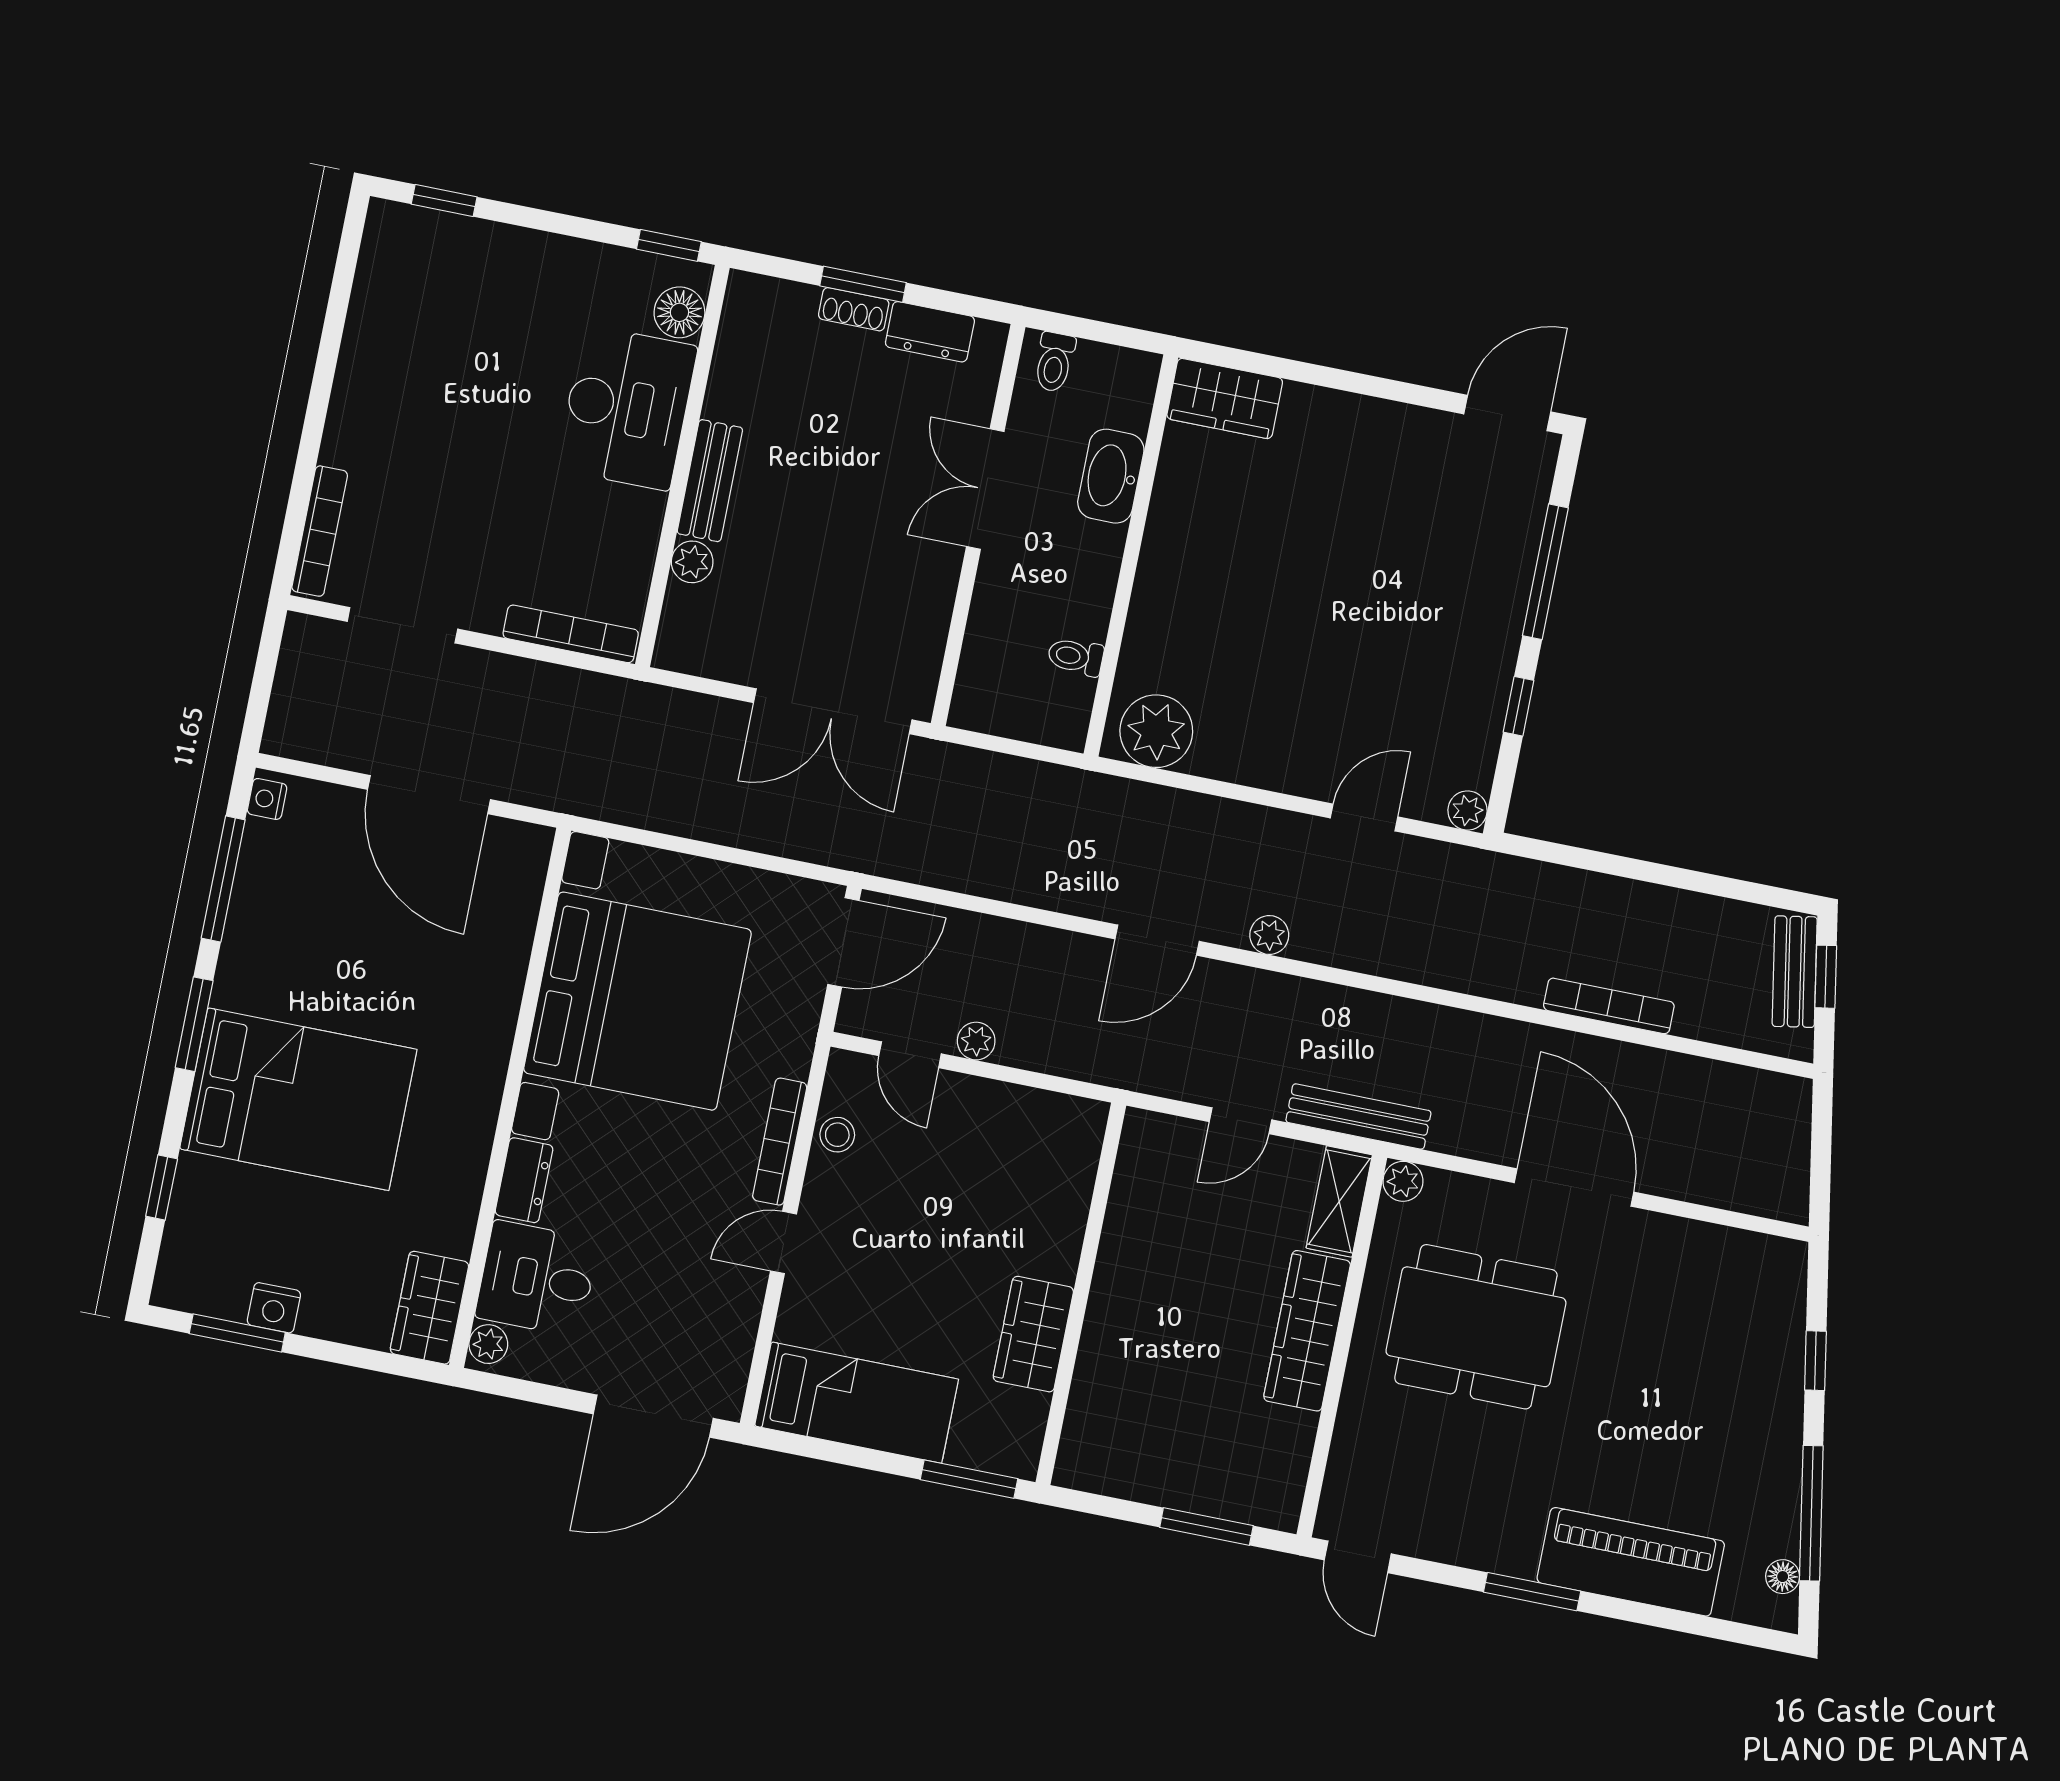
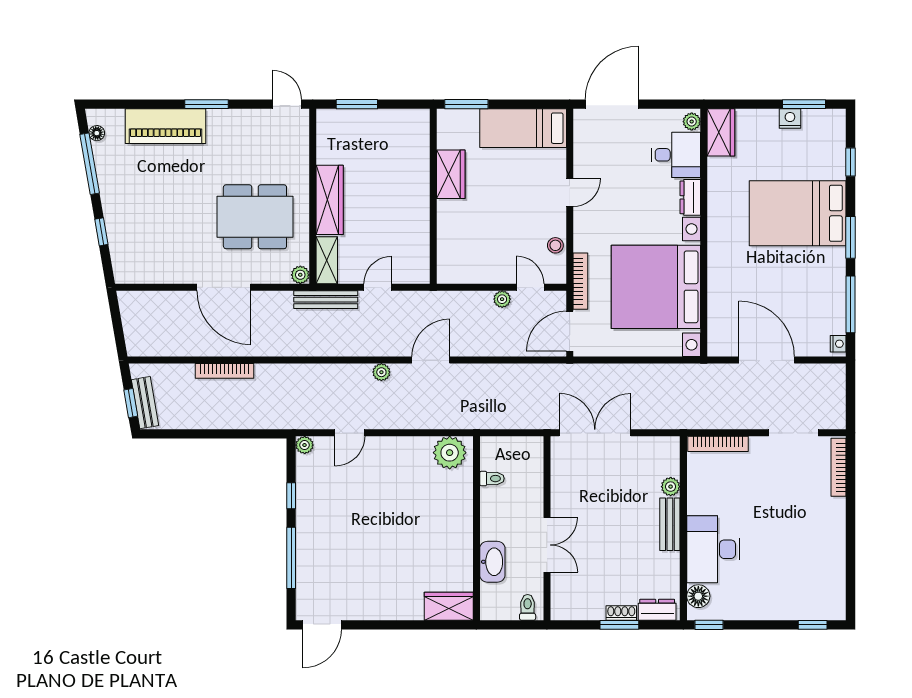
dresser: (930, 332) -> (657, 610), moved
bookcase: (780, 1142) -> (580, 281), moved

